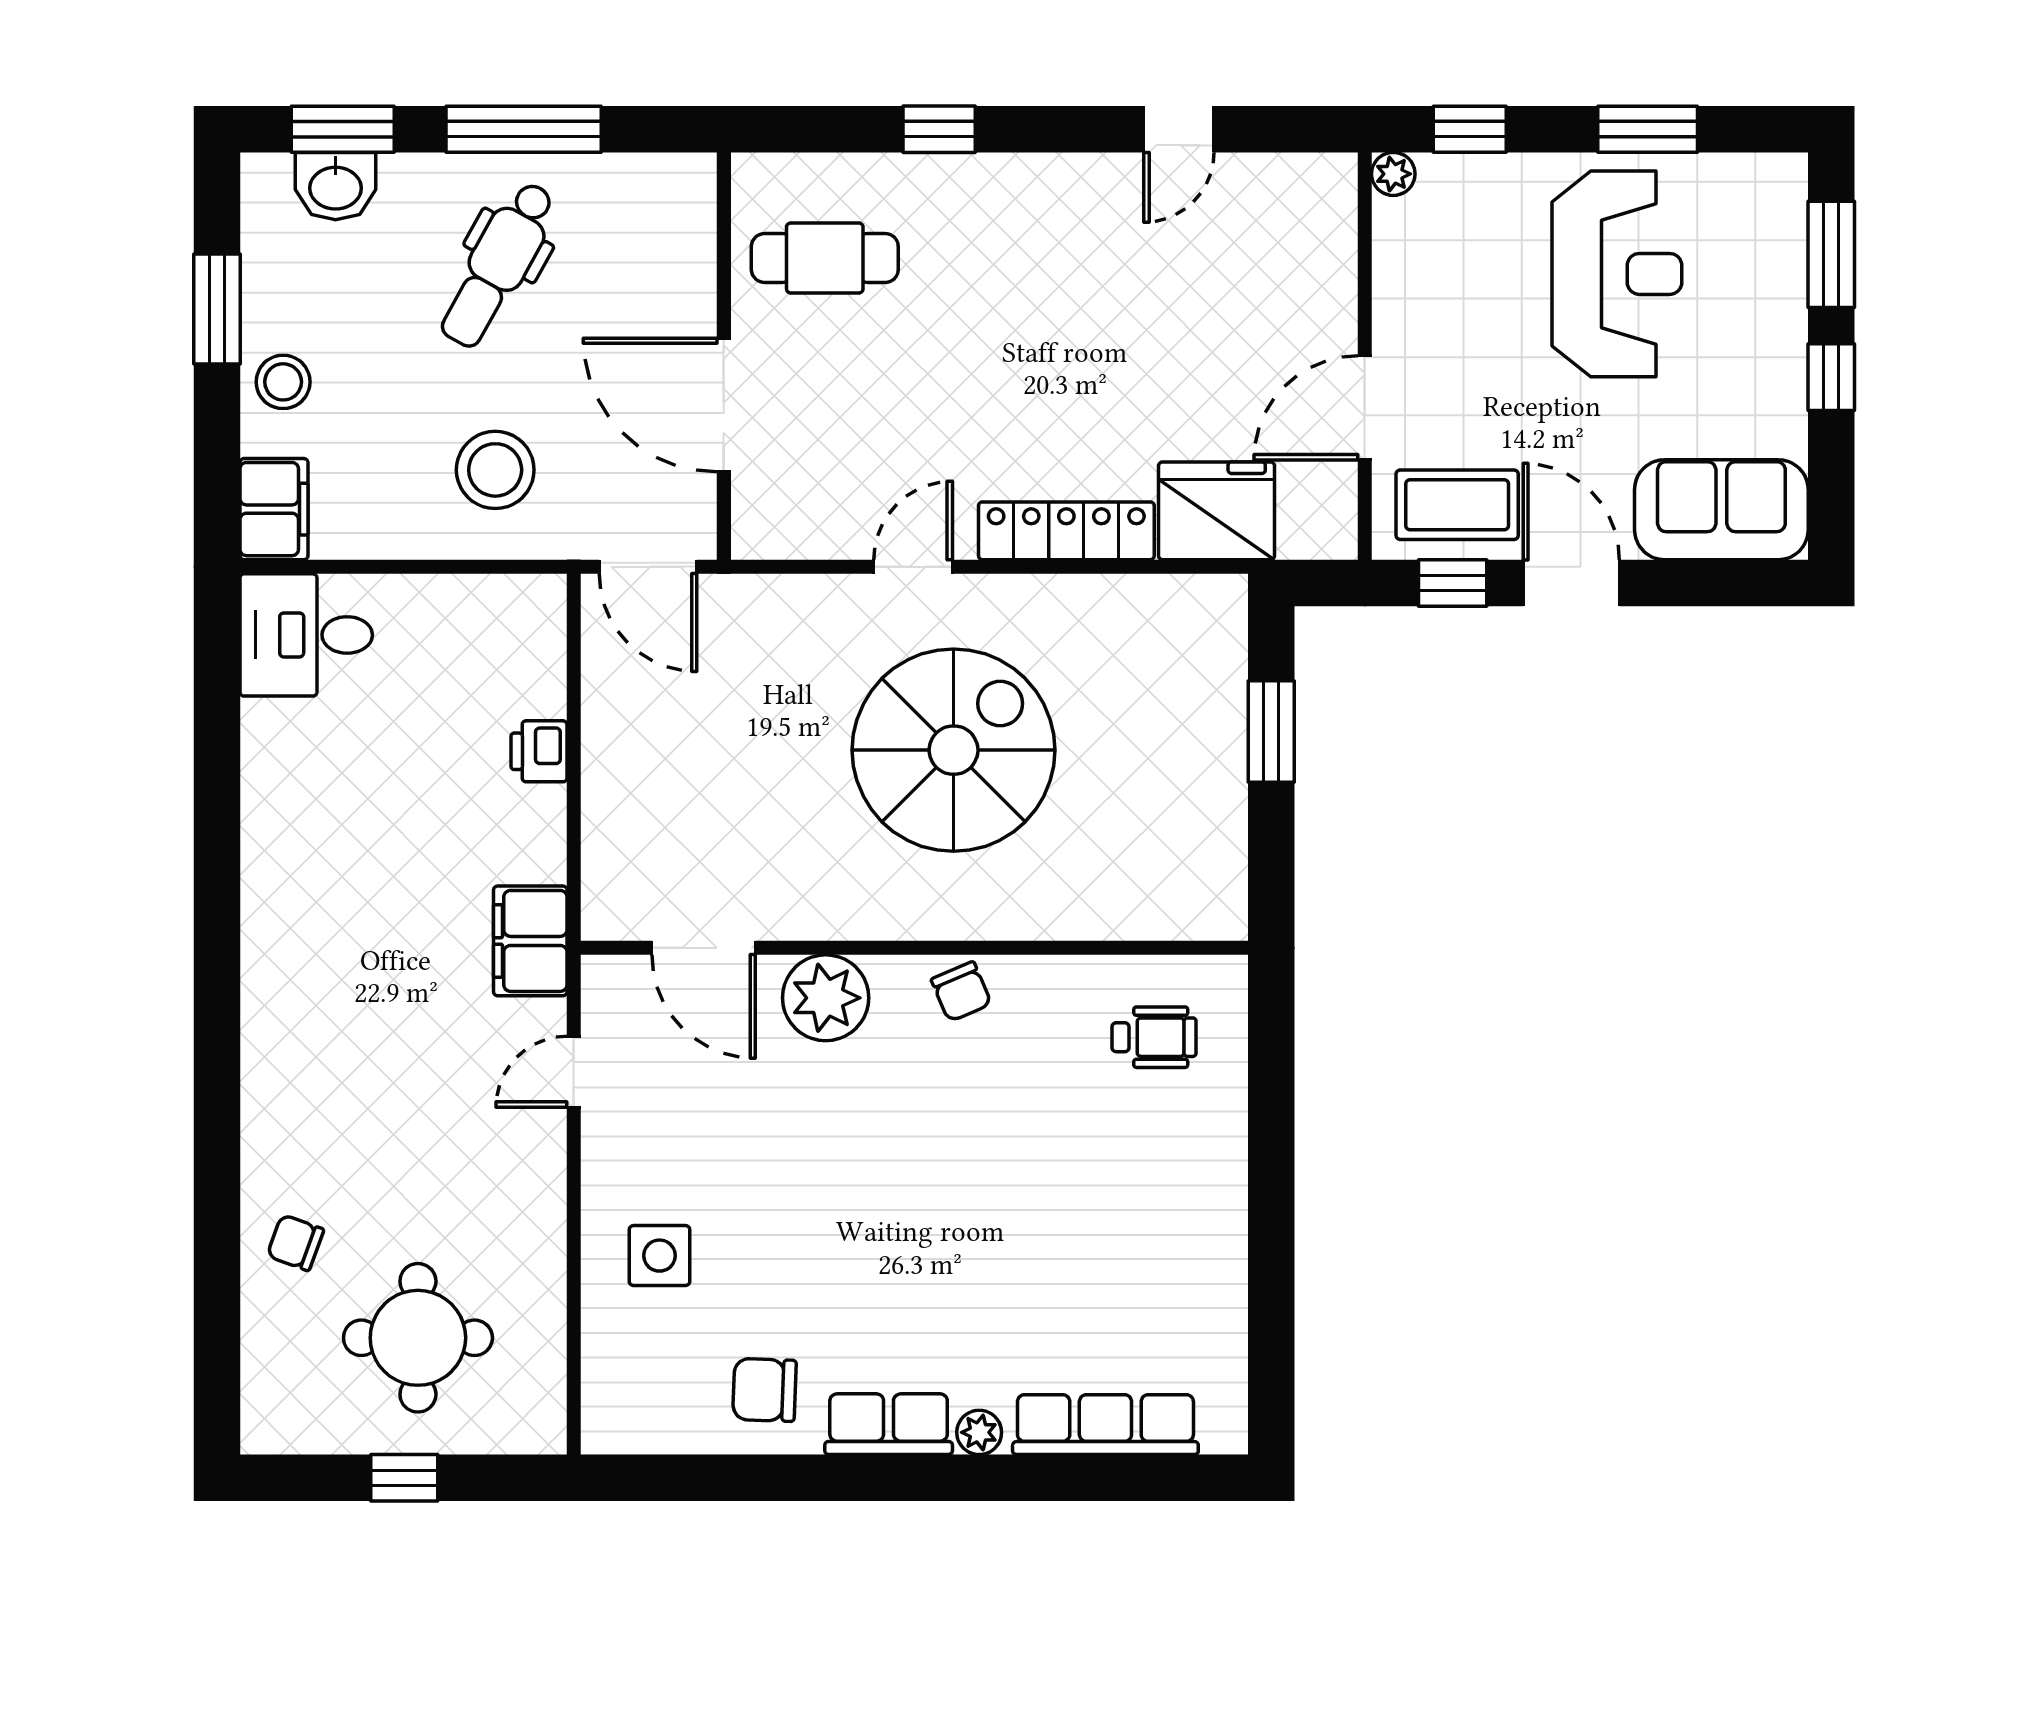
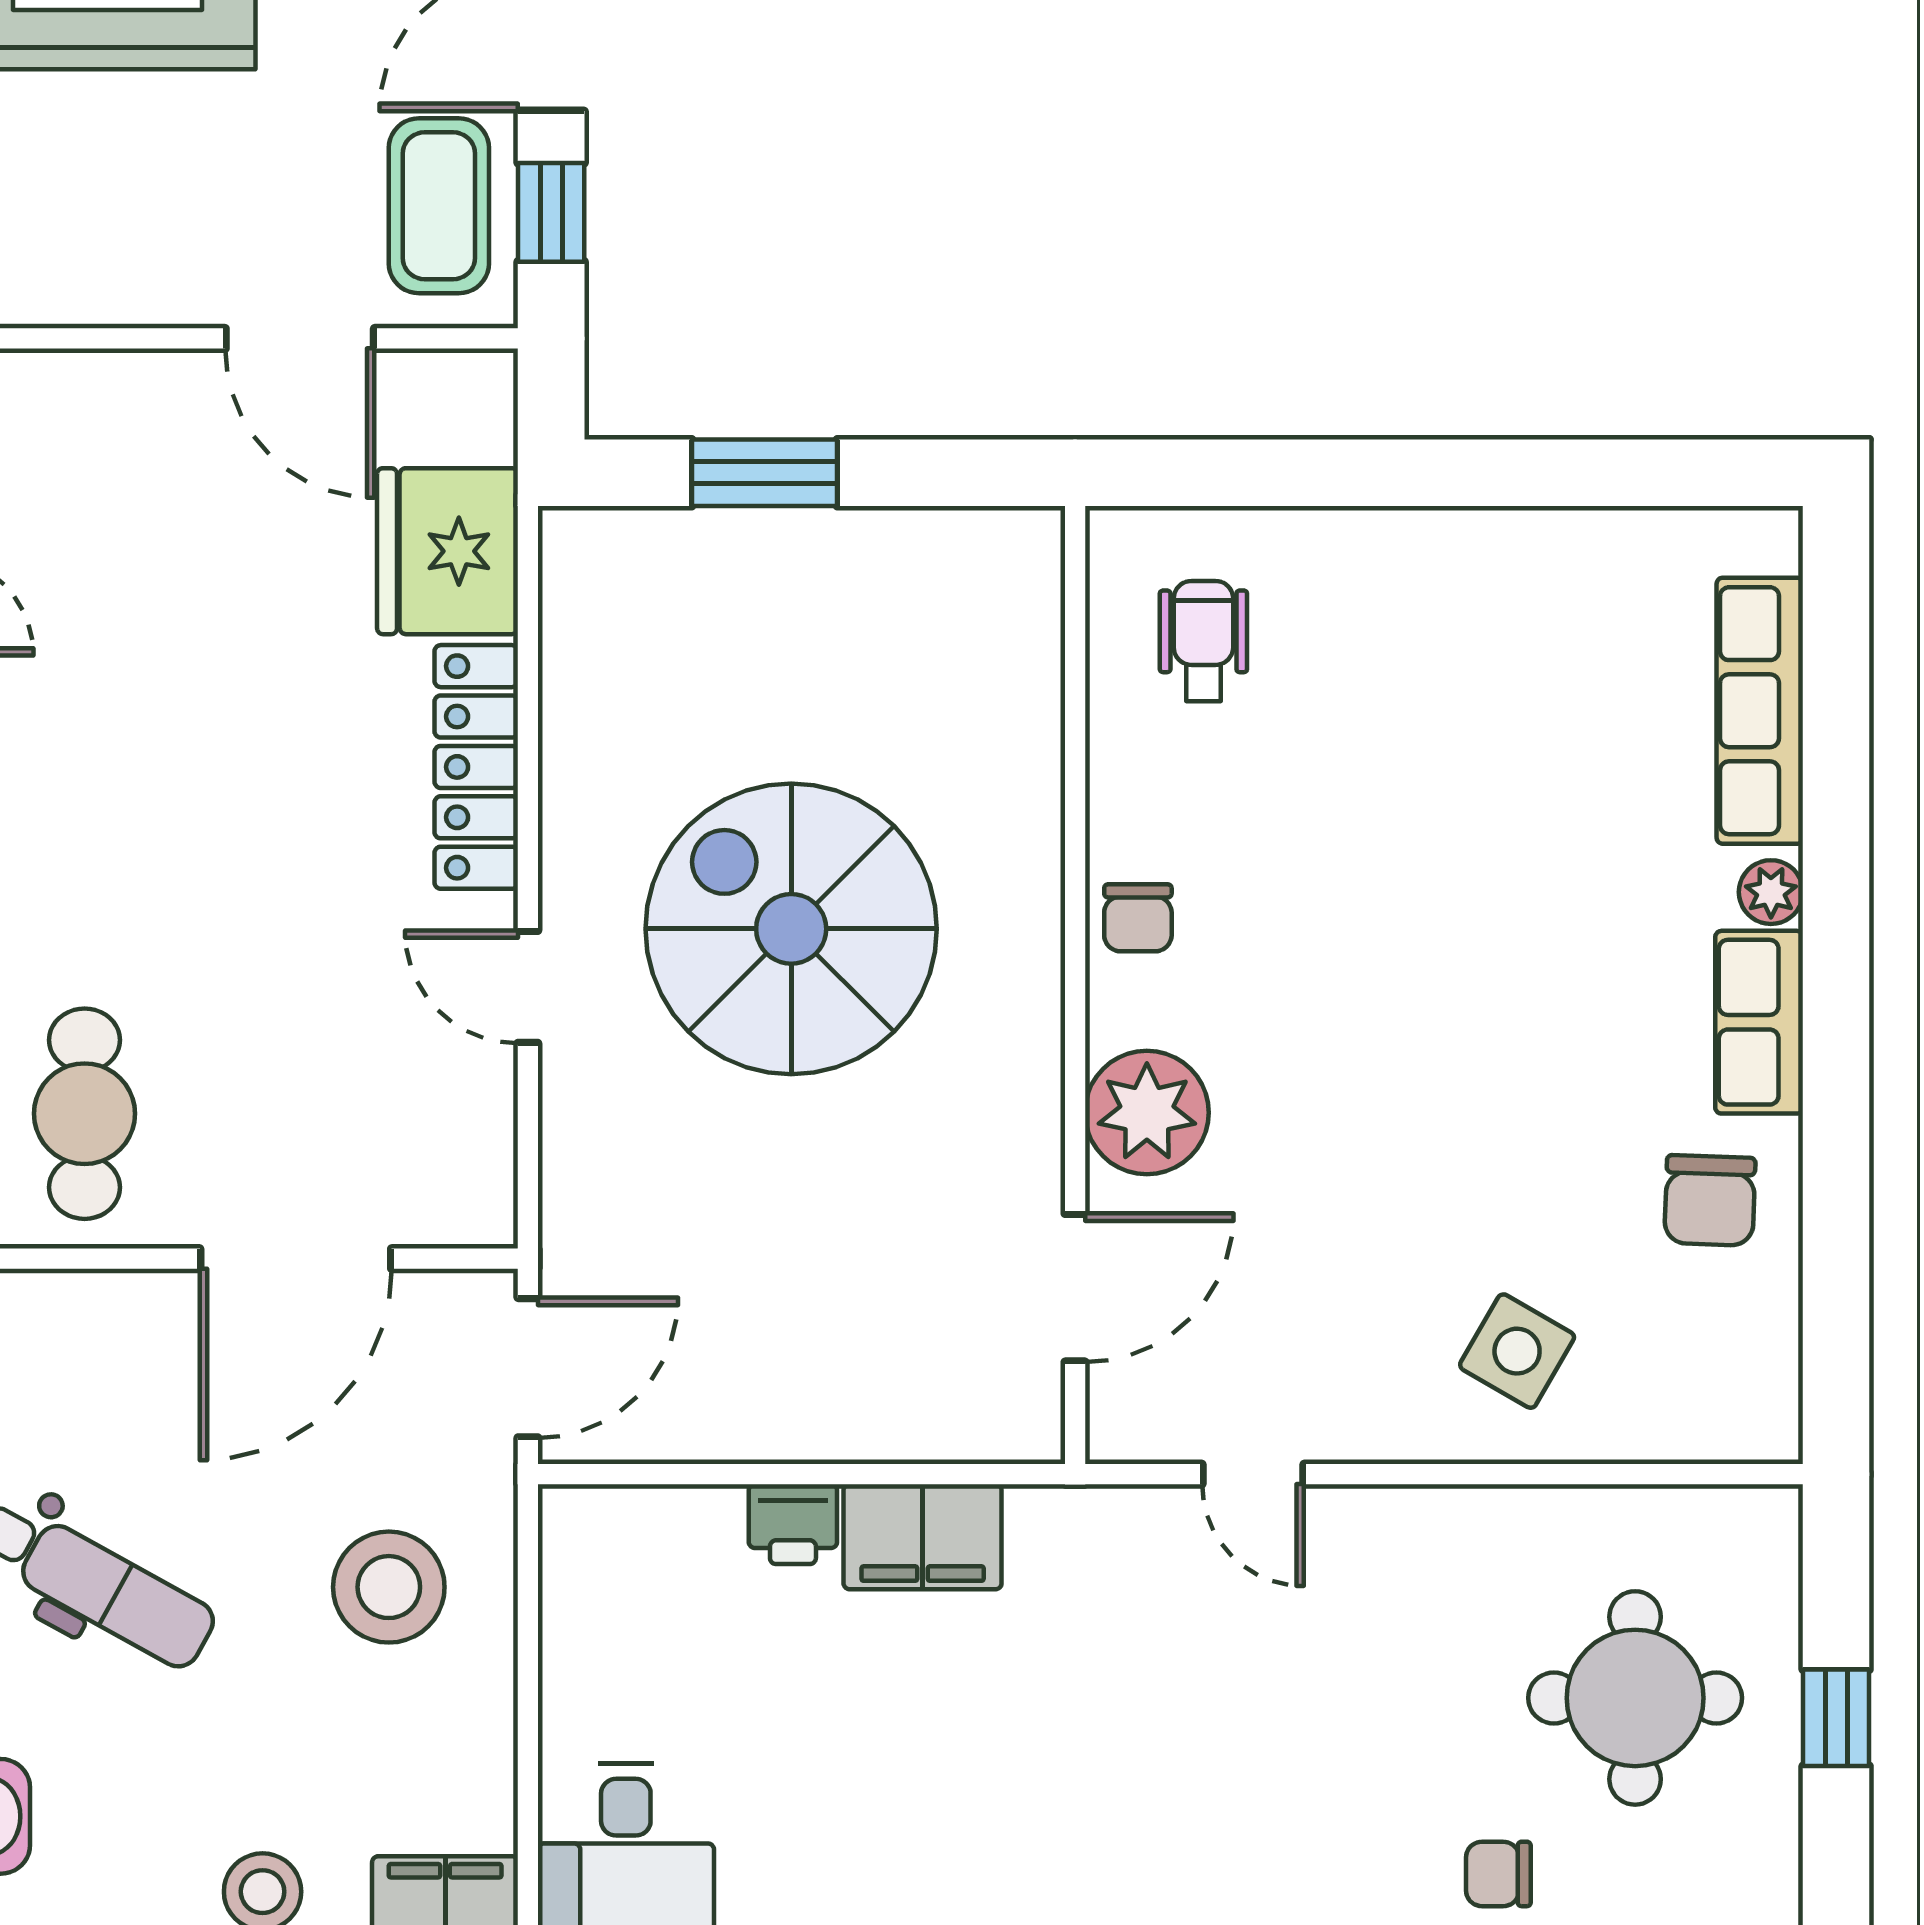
filing cabinet: (530, 941) -> (923, 1537), moved
chair: (961, 992) -> (1138, 918), turned 113
chair: (295, 1243) -> (1498, 1874), turned 70
side table: (660, 1256) -> (1517, 1351), turned 30

